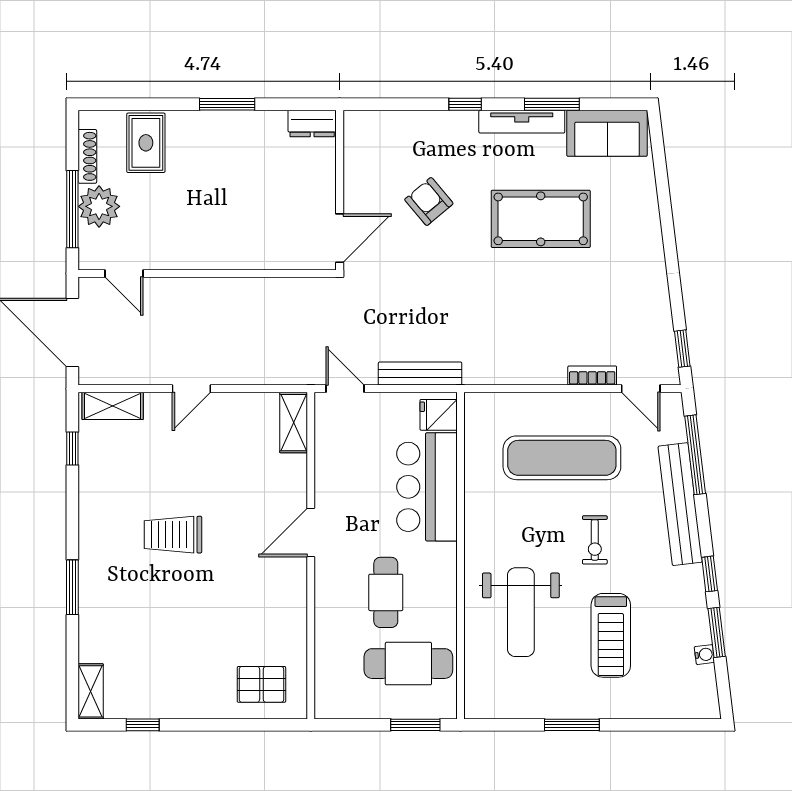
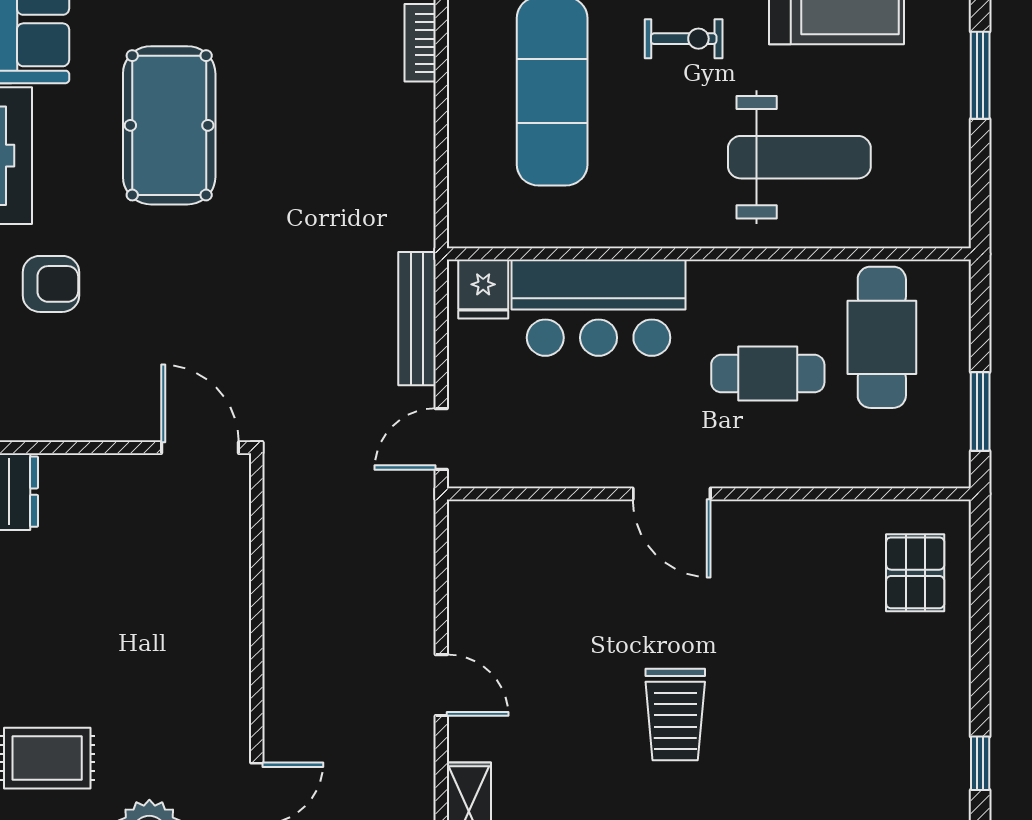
armchair: (429, 202) -> (51, 284), moved, turned -140
shelving: (294, 423) -> (496, 521), removed
window: (415, 725) -> (980, 411), moved

